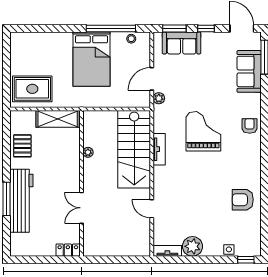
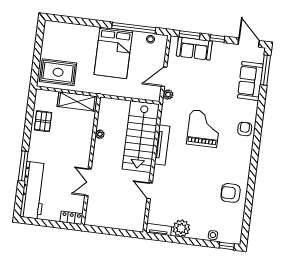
tv unit: (159, 149) -> (162, 145), width x1.41
workbench: (21, 201) -> (33, 190), moved

